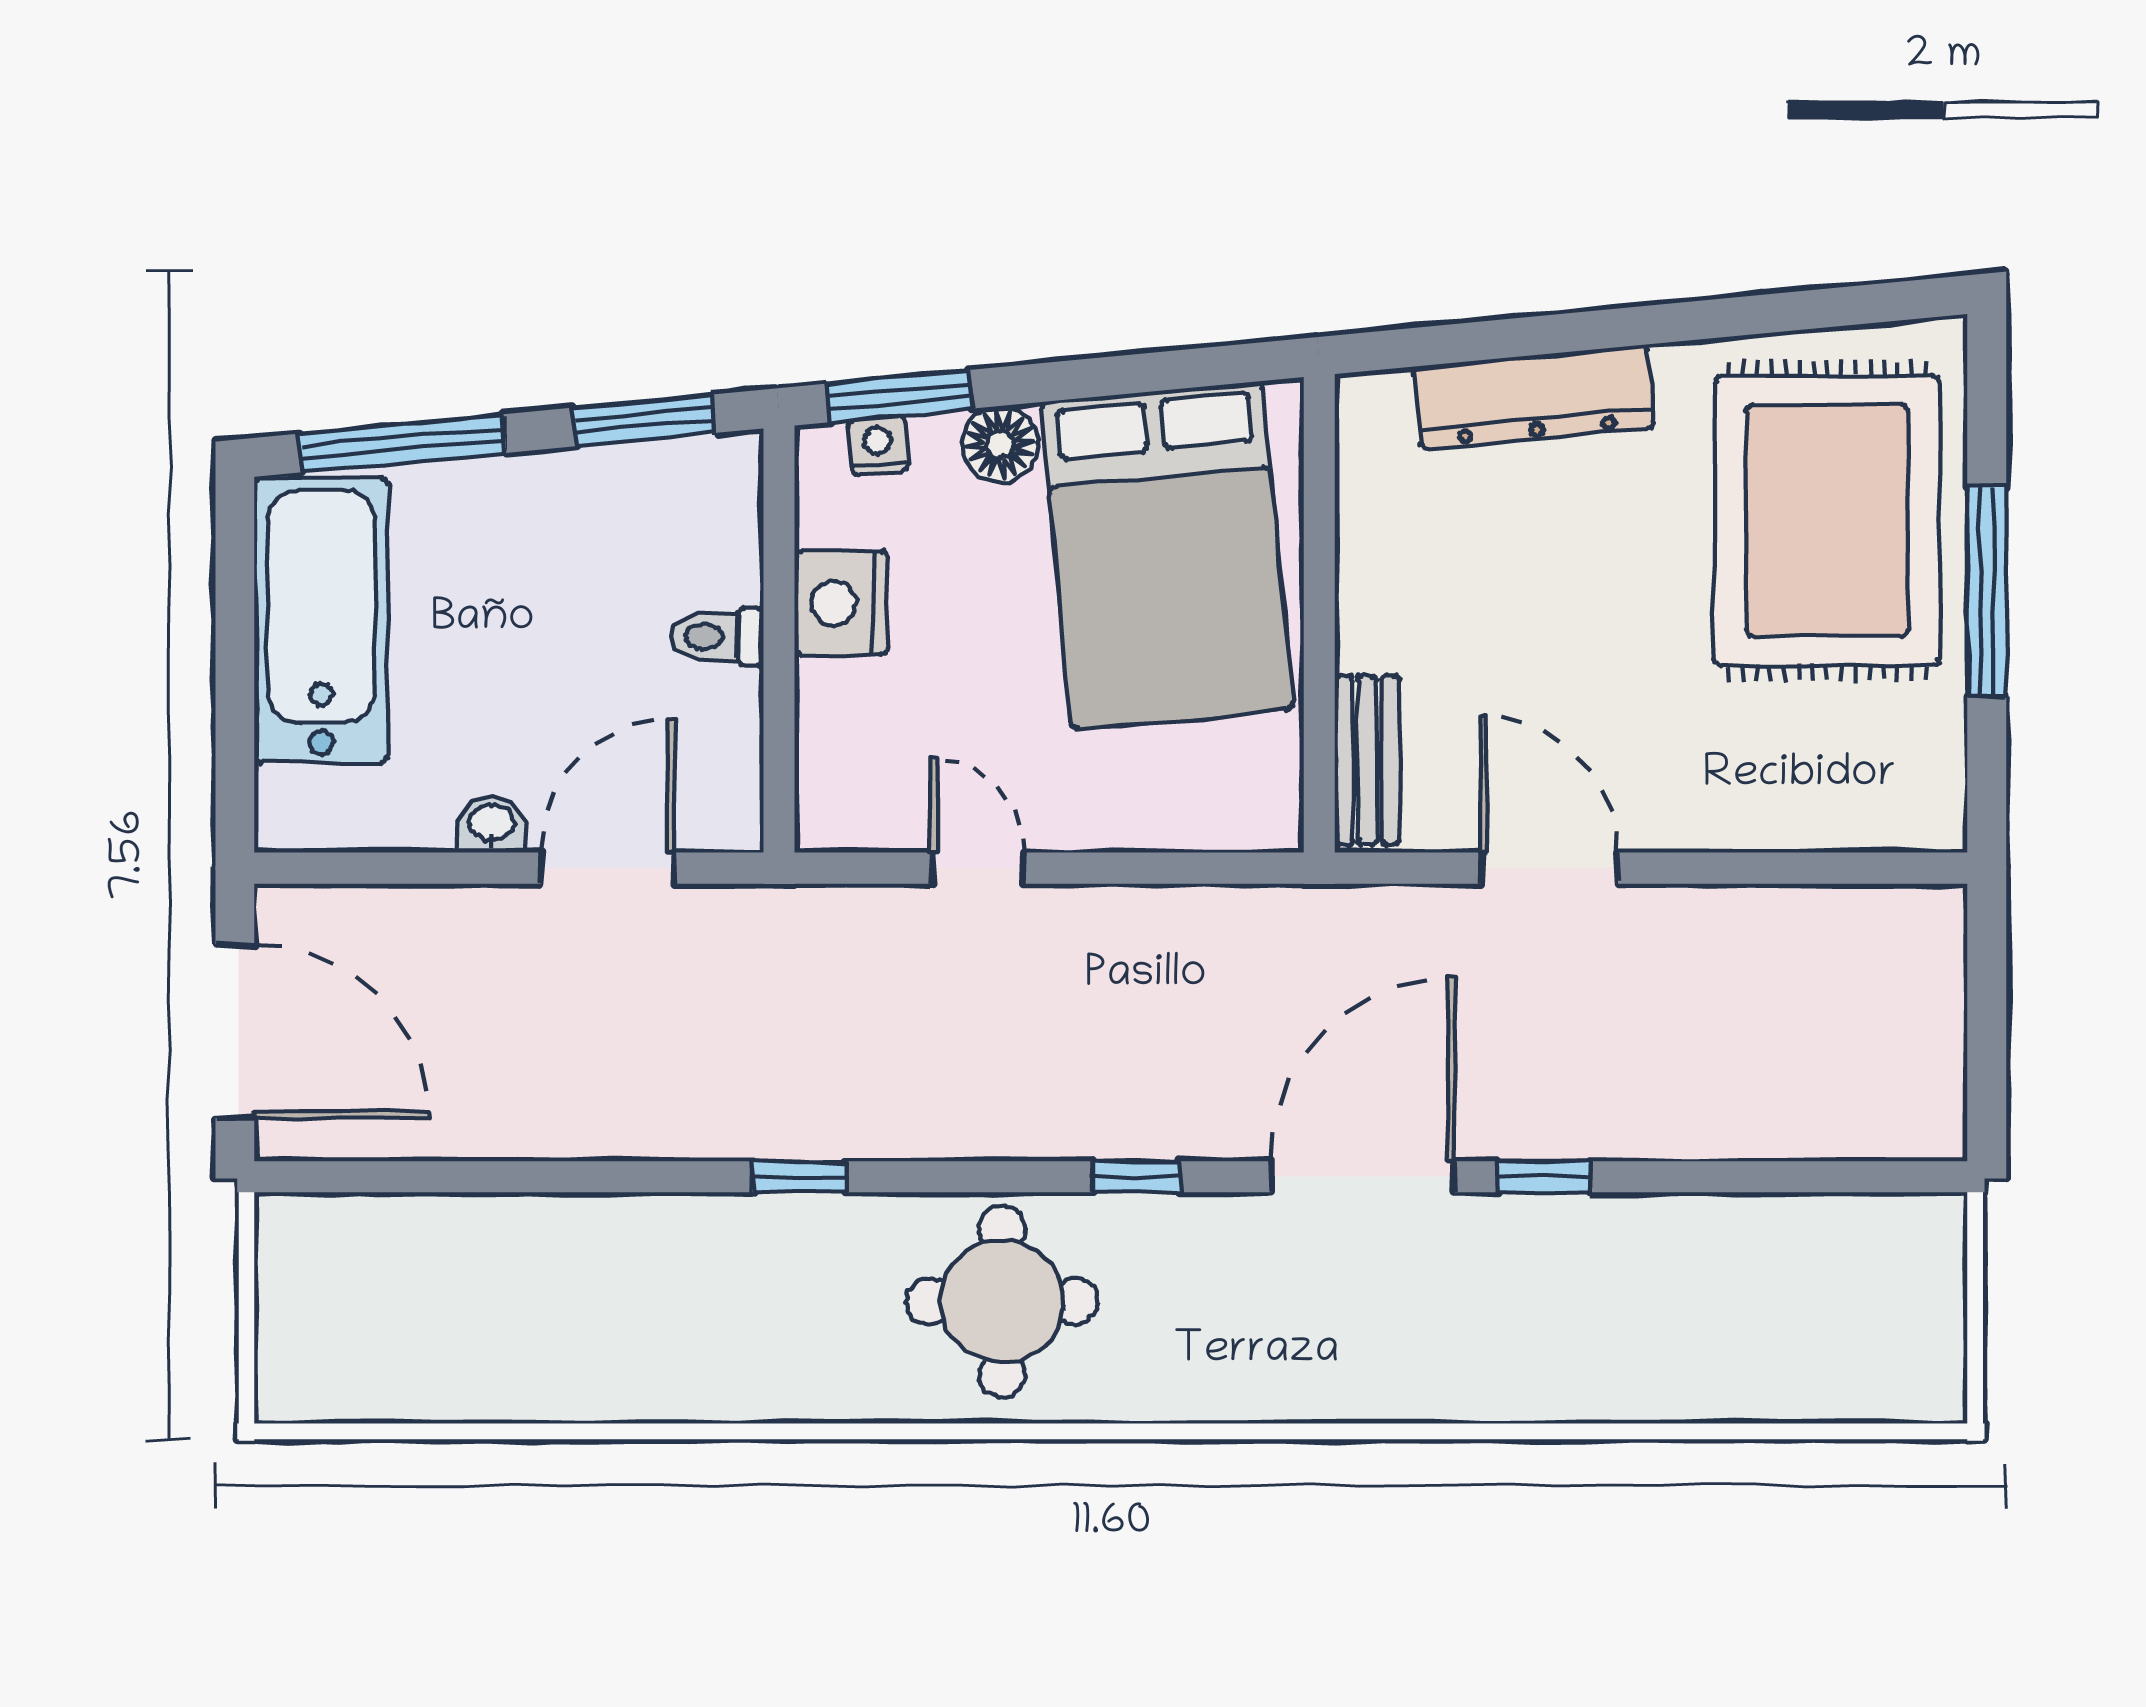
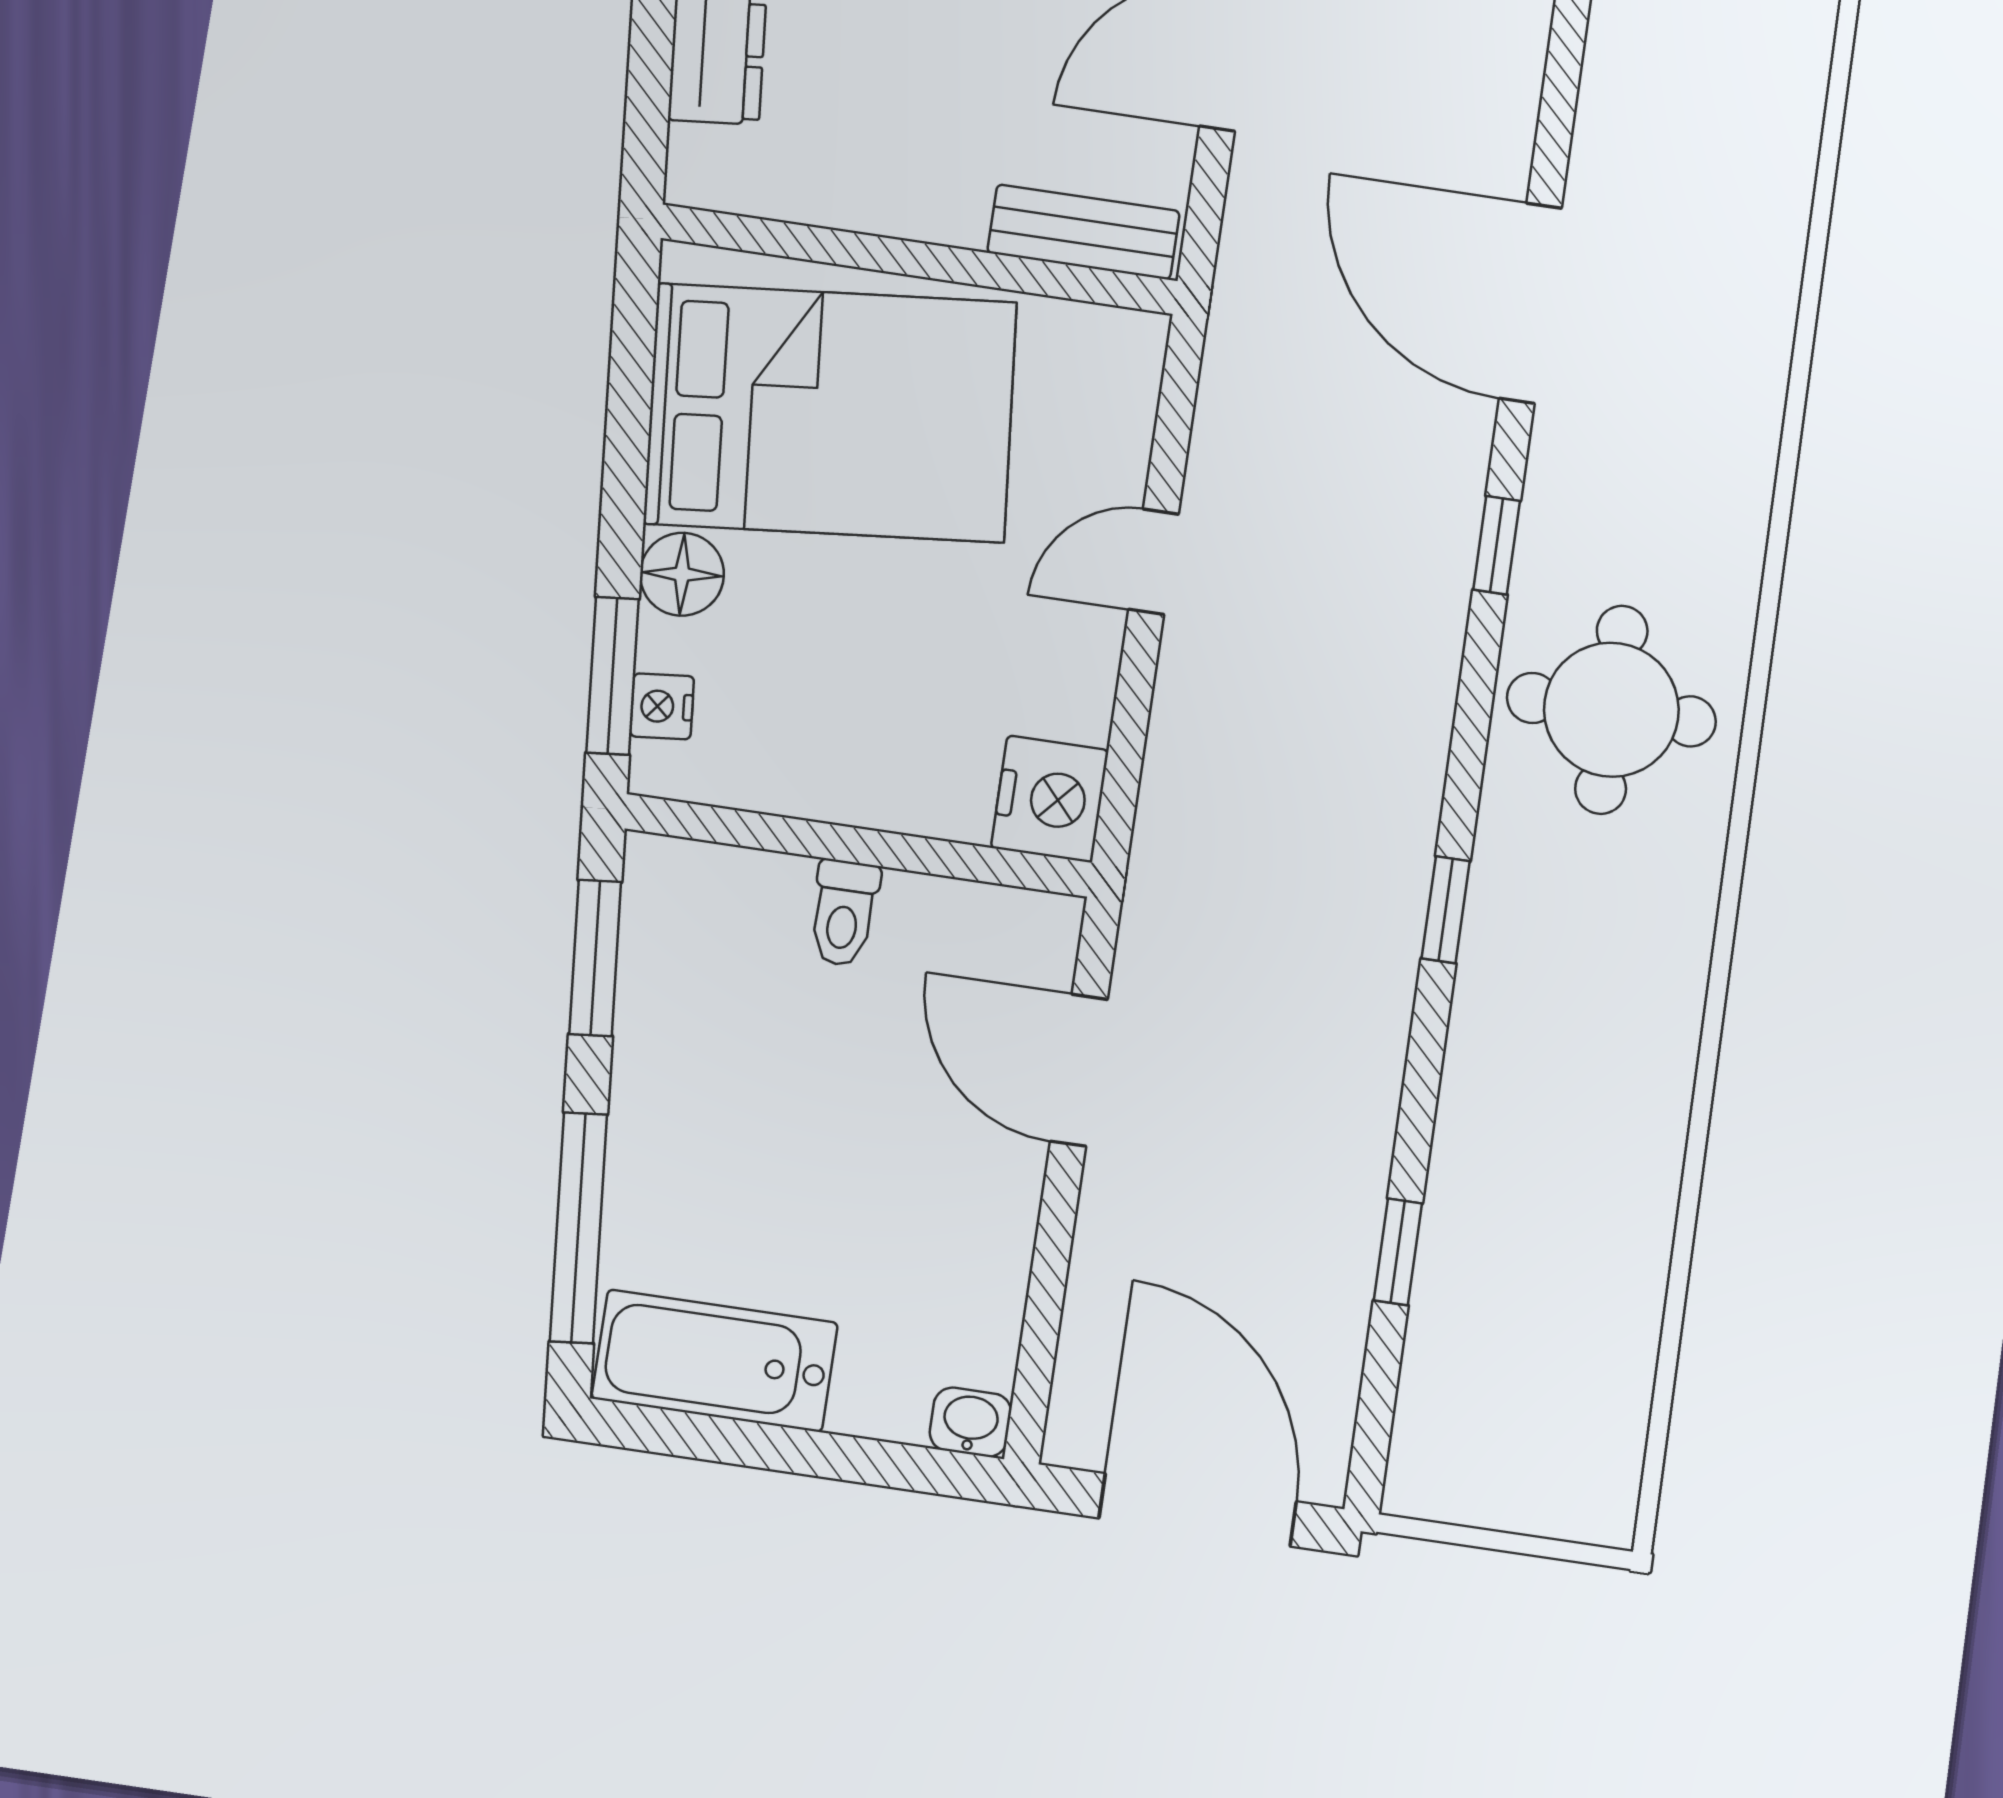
nightstand: (841, 603) -> (1050, 799), moved, turned -90
bathtub: (321, 621) -> (715, 1361), width x0.73, depth x0.73
washbasin: (492, 824) -> (970, 1422), moved, turned 90
door: (977, 868) -> (1153, 562), moved
door: (235, 1031) -> (1198, 1510), hinge flipped
window: (1544, 1177) -> (1398, 1252), moved

